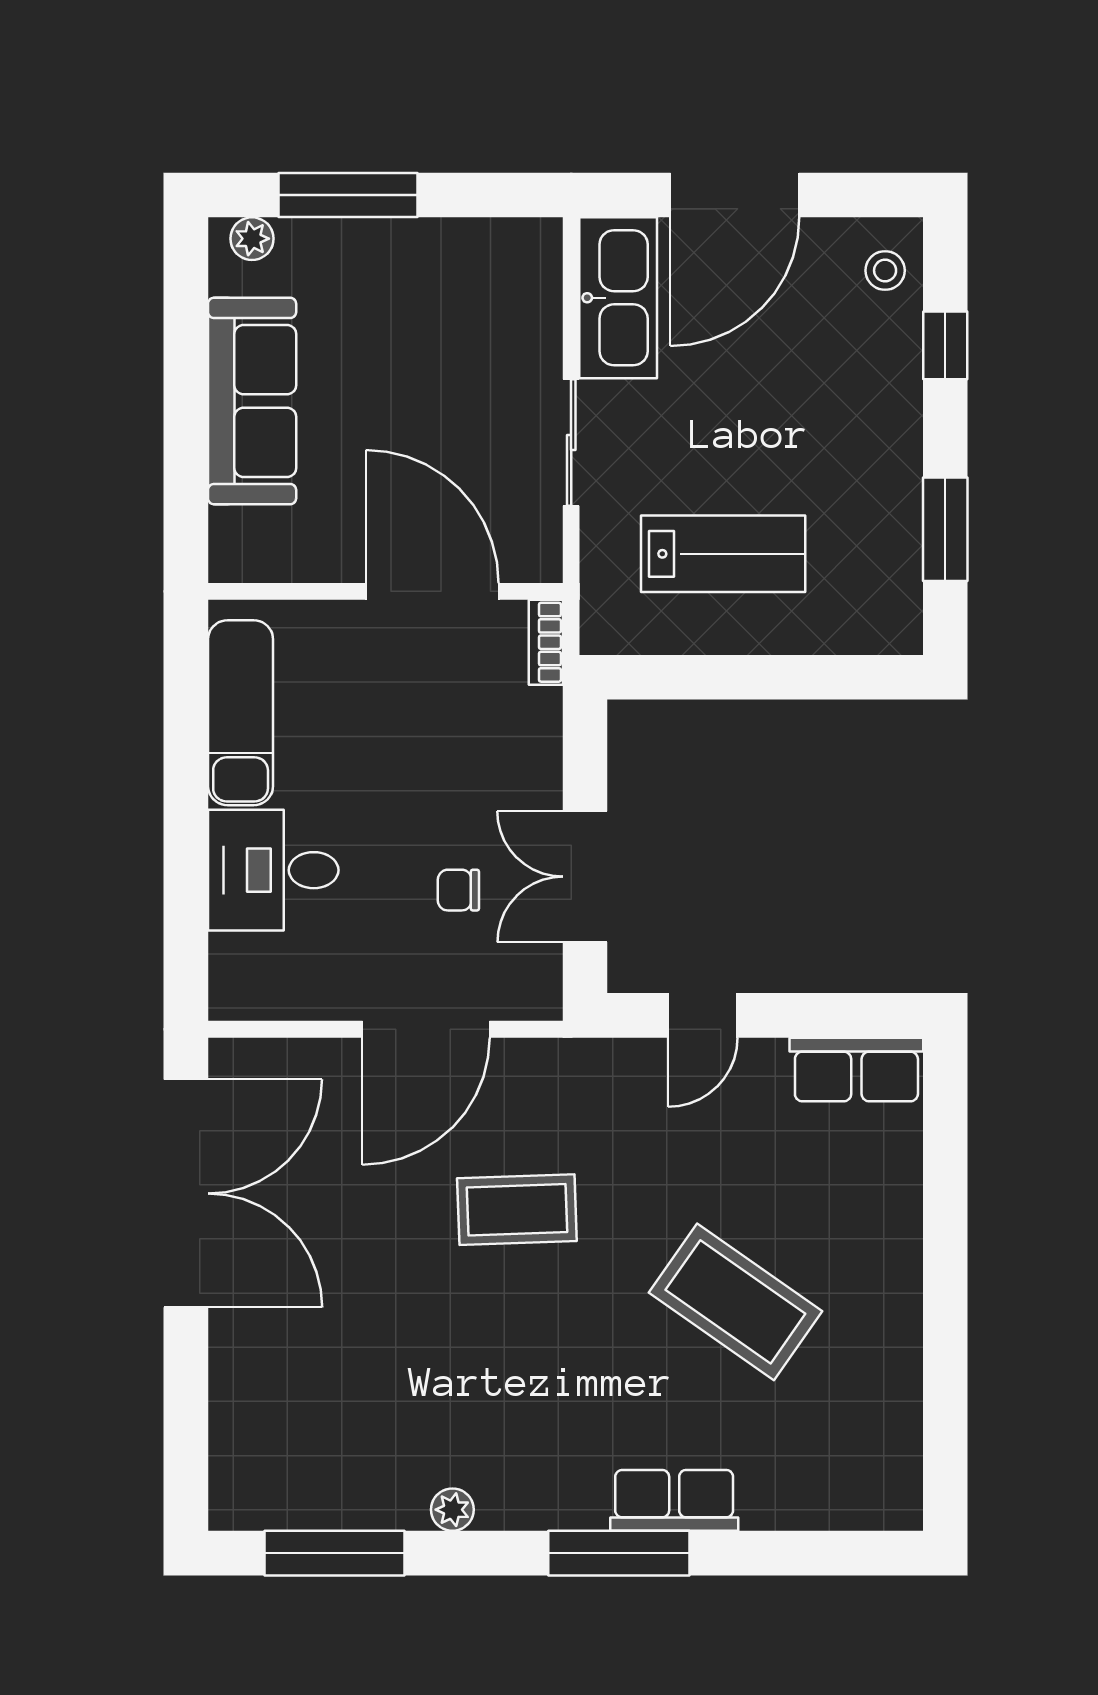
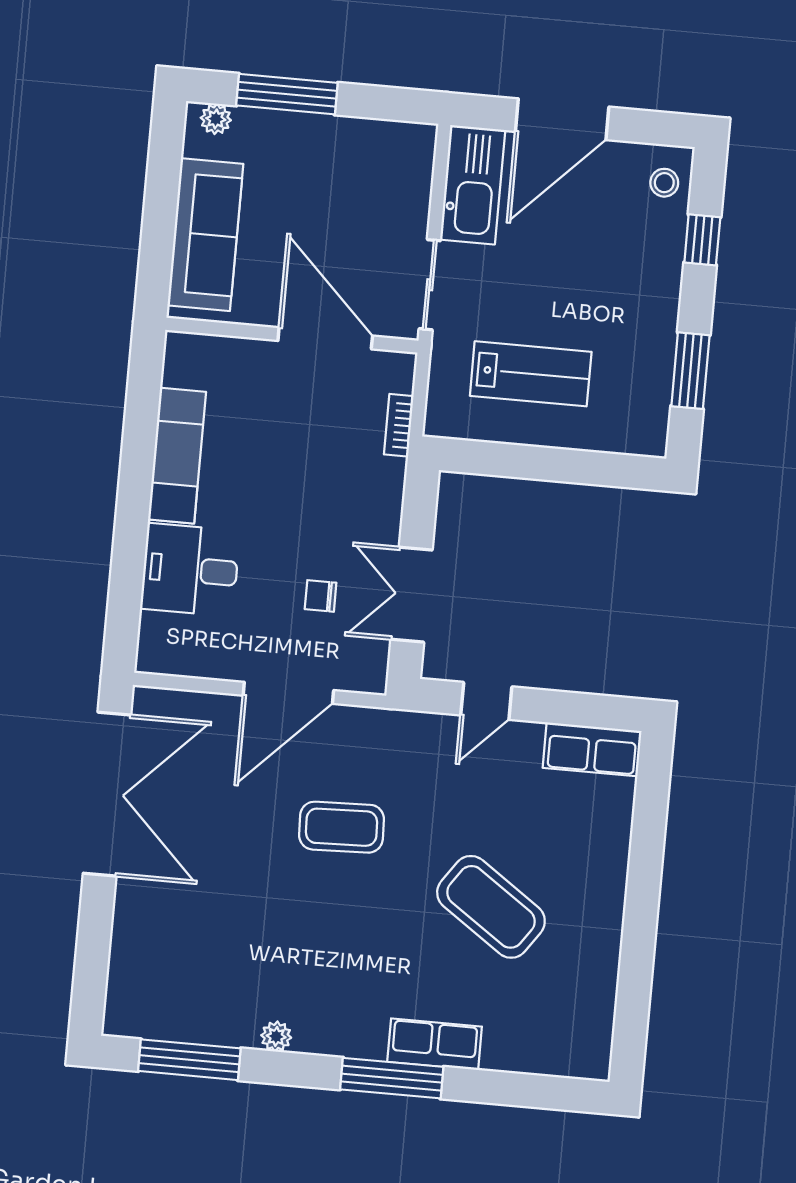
wall: (385, 591) -> (292, 335), moved
door: (432, 591) -> (325, 338), moved

